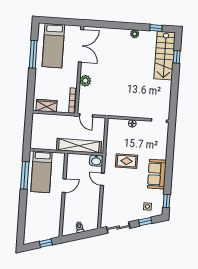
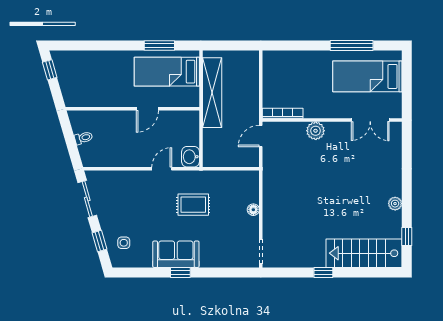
double door: (81, 46) -> (370, 120), width x0.73
window: (177, 57) -> (323, 272), moved
wardrobe: (46, 106) -> (272, 72), removed
shelving: (79, 146) -> (212, 93), moved
rug: (127, 161) -> (193, 205), turned 90
window: (25, 175) -> (159, 46), width x0.69
door: (64, 186) -> (147, 109), hinge flipped
window: (167, 201) -> (180, 272), moved
window: (46, 243) -> (50, 70), moved

